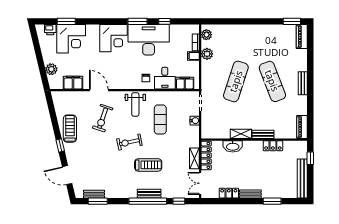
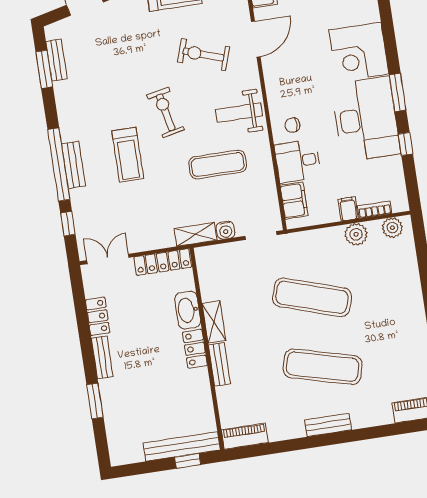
exercise mat: (272, 81) -> (323, 367), turned 36
locker: (273, 146) -> (195, 349), moved
shelving: (194, 158) -> (195, 234), moved
bench: (302, 179) -> (182, 446), moved

